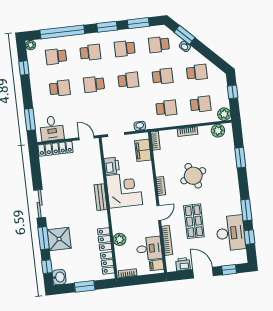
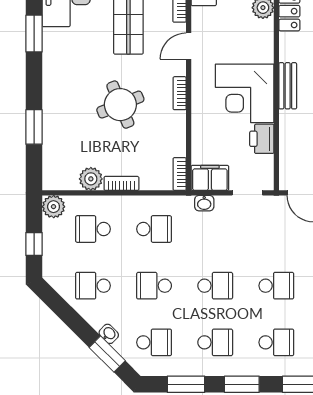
school desk: (90, 52) -> (276, 342), turned 180
school desk: (128, 80) -> (215, 286), turned 180
school desk: (166, 108) -> (154, 229), turned 180
plant: (218, 131) -> (91, 179), moved
filing cabinet: (143, 150) -> (210, 178), moved, turned -90

